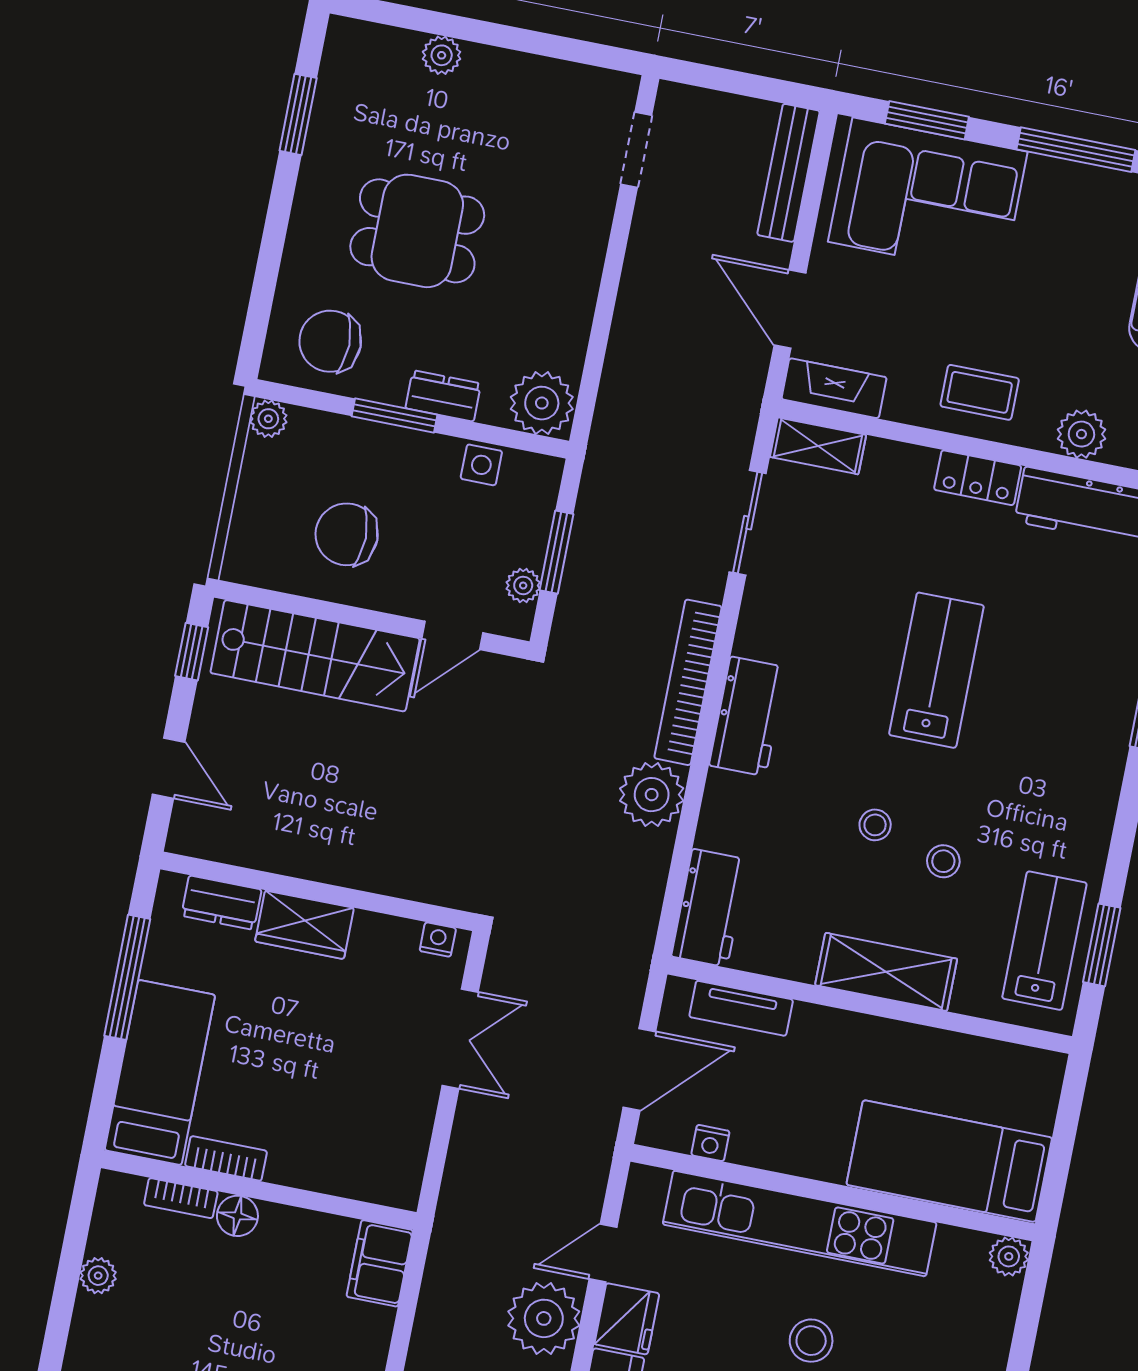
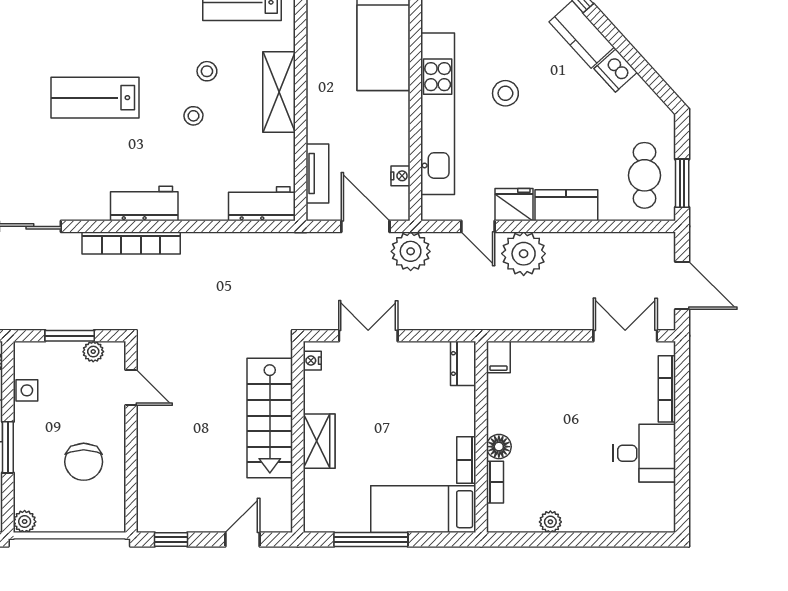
stairs: (315, 656) -> (270, 418), moved, turned 180
plant: (652, 795) -> (411, 251), moved
dresser: (221, 903) -> (463, 363), moved, turned 180
filing cabinet: (380, 1263) -> (498, 357), width x0.50

